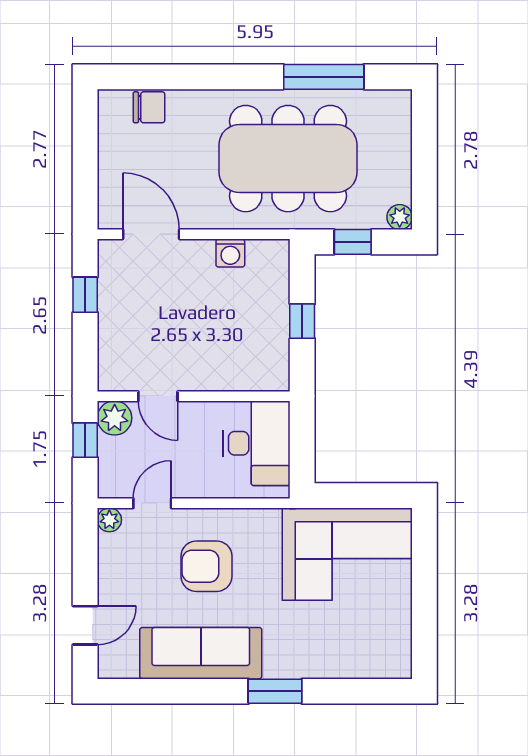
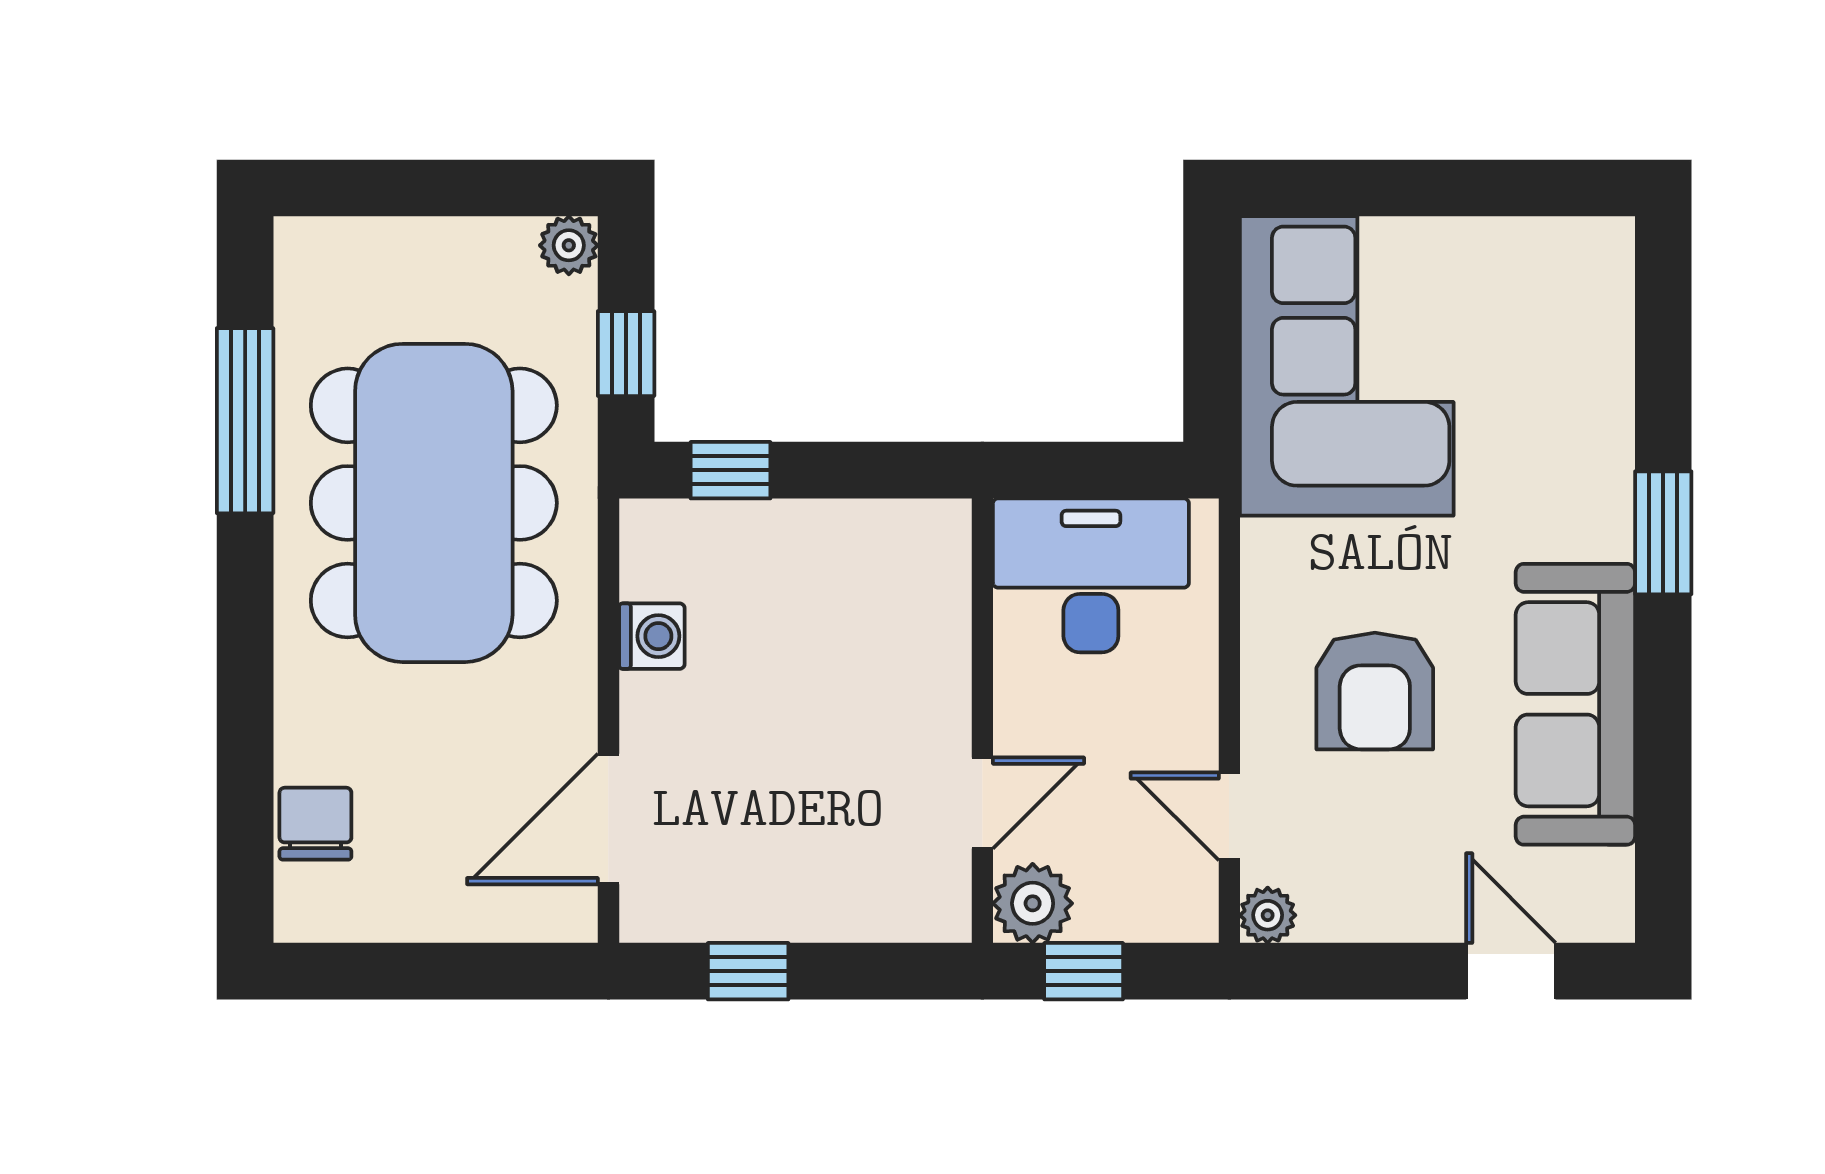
window: (302, 321) -> (731, 470), moved

